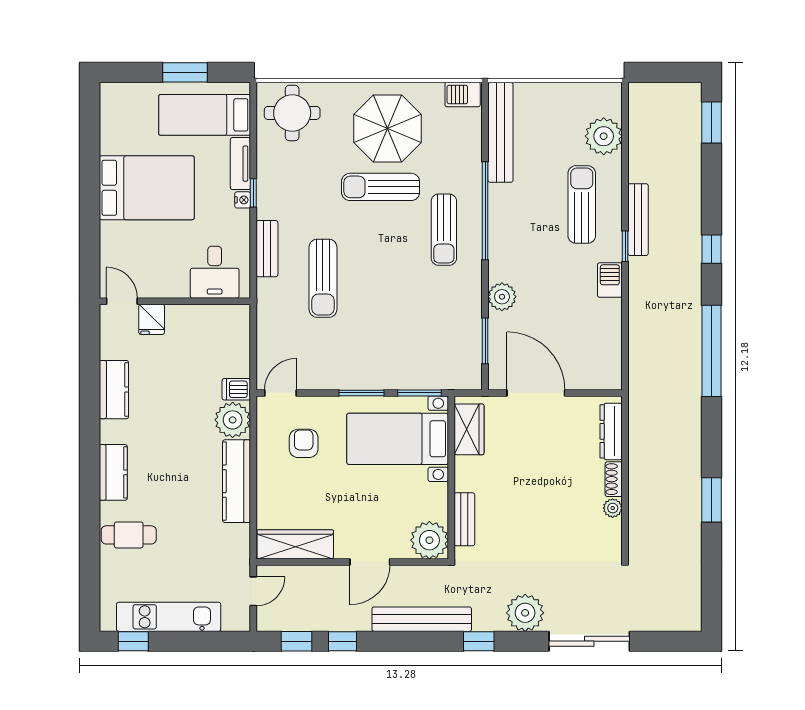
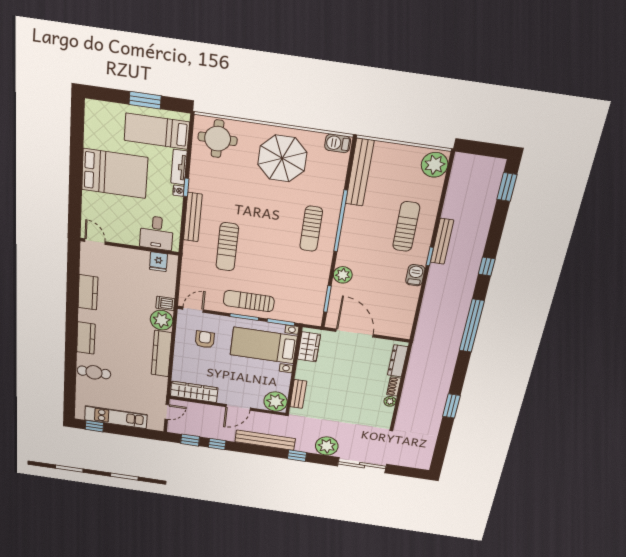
plant: (604, 136) -> (435, 165), moved
sun lounger: (381, 187) -> (249, 301), moved
bench: (267, 249) -> (193, 217), width x1.36
fridge: (152, 319) -> (158, 262), moved

